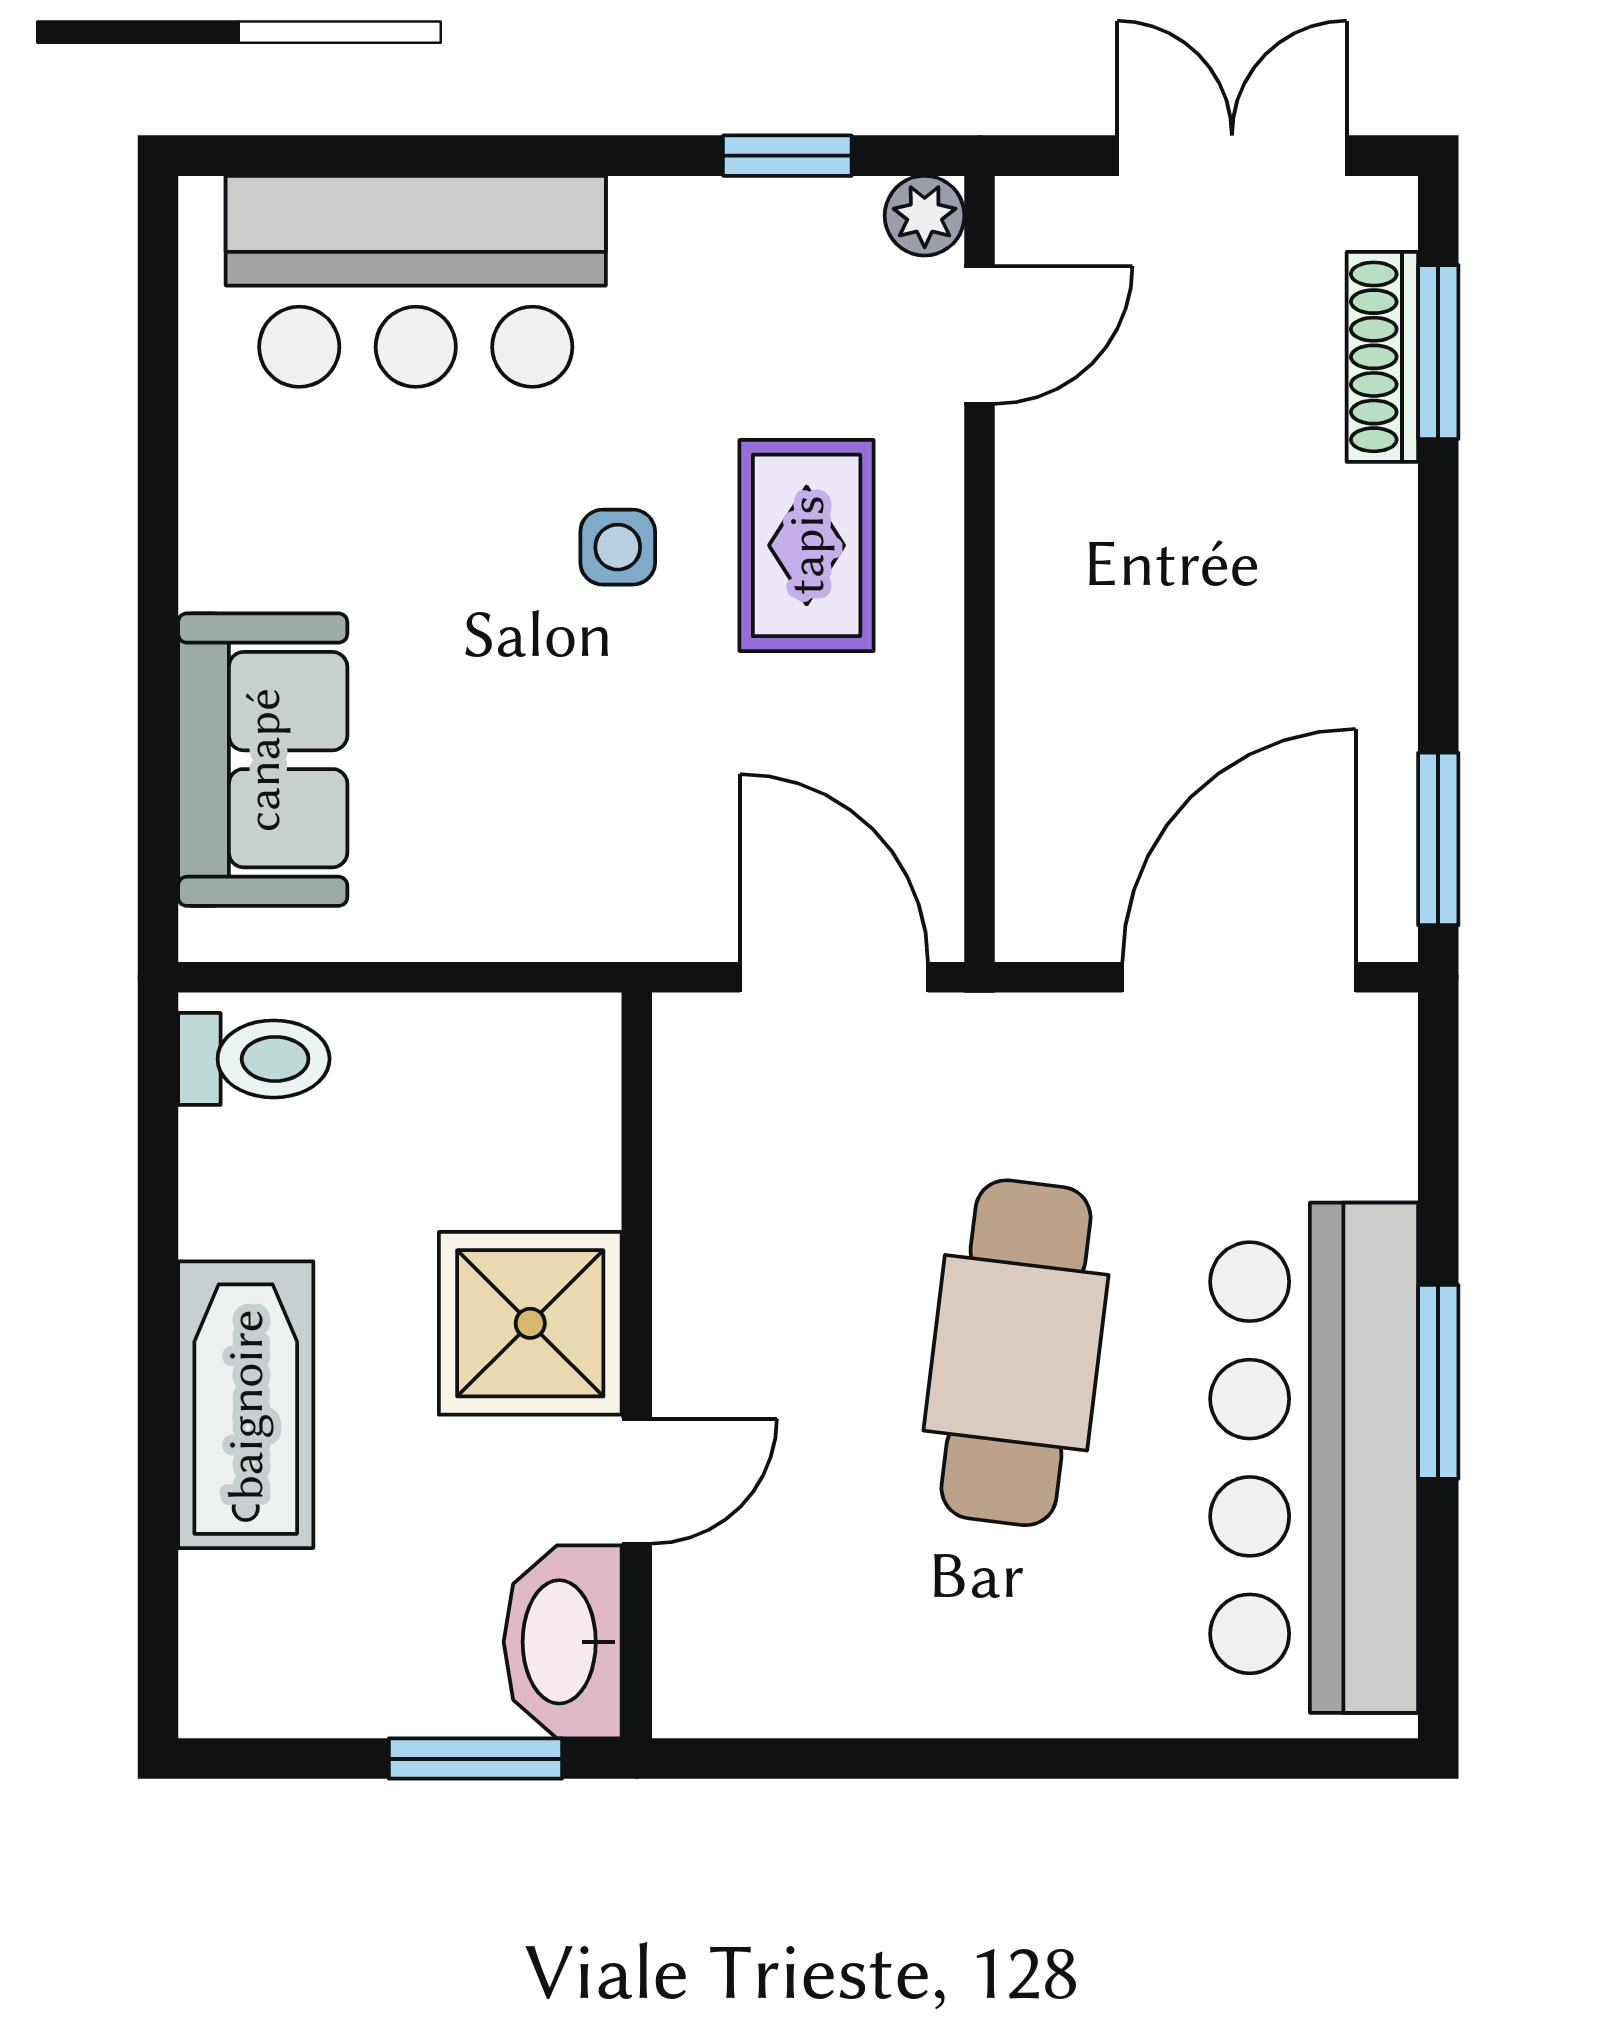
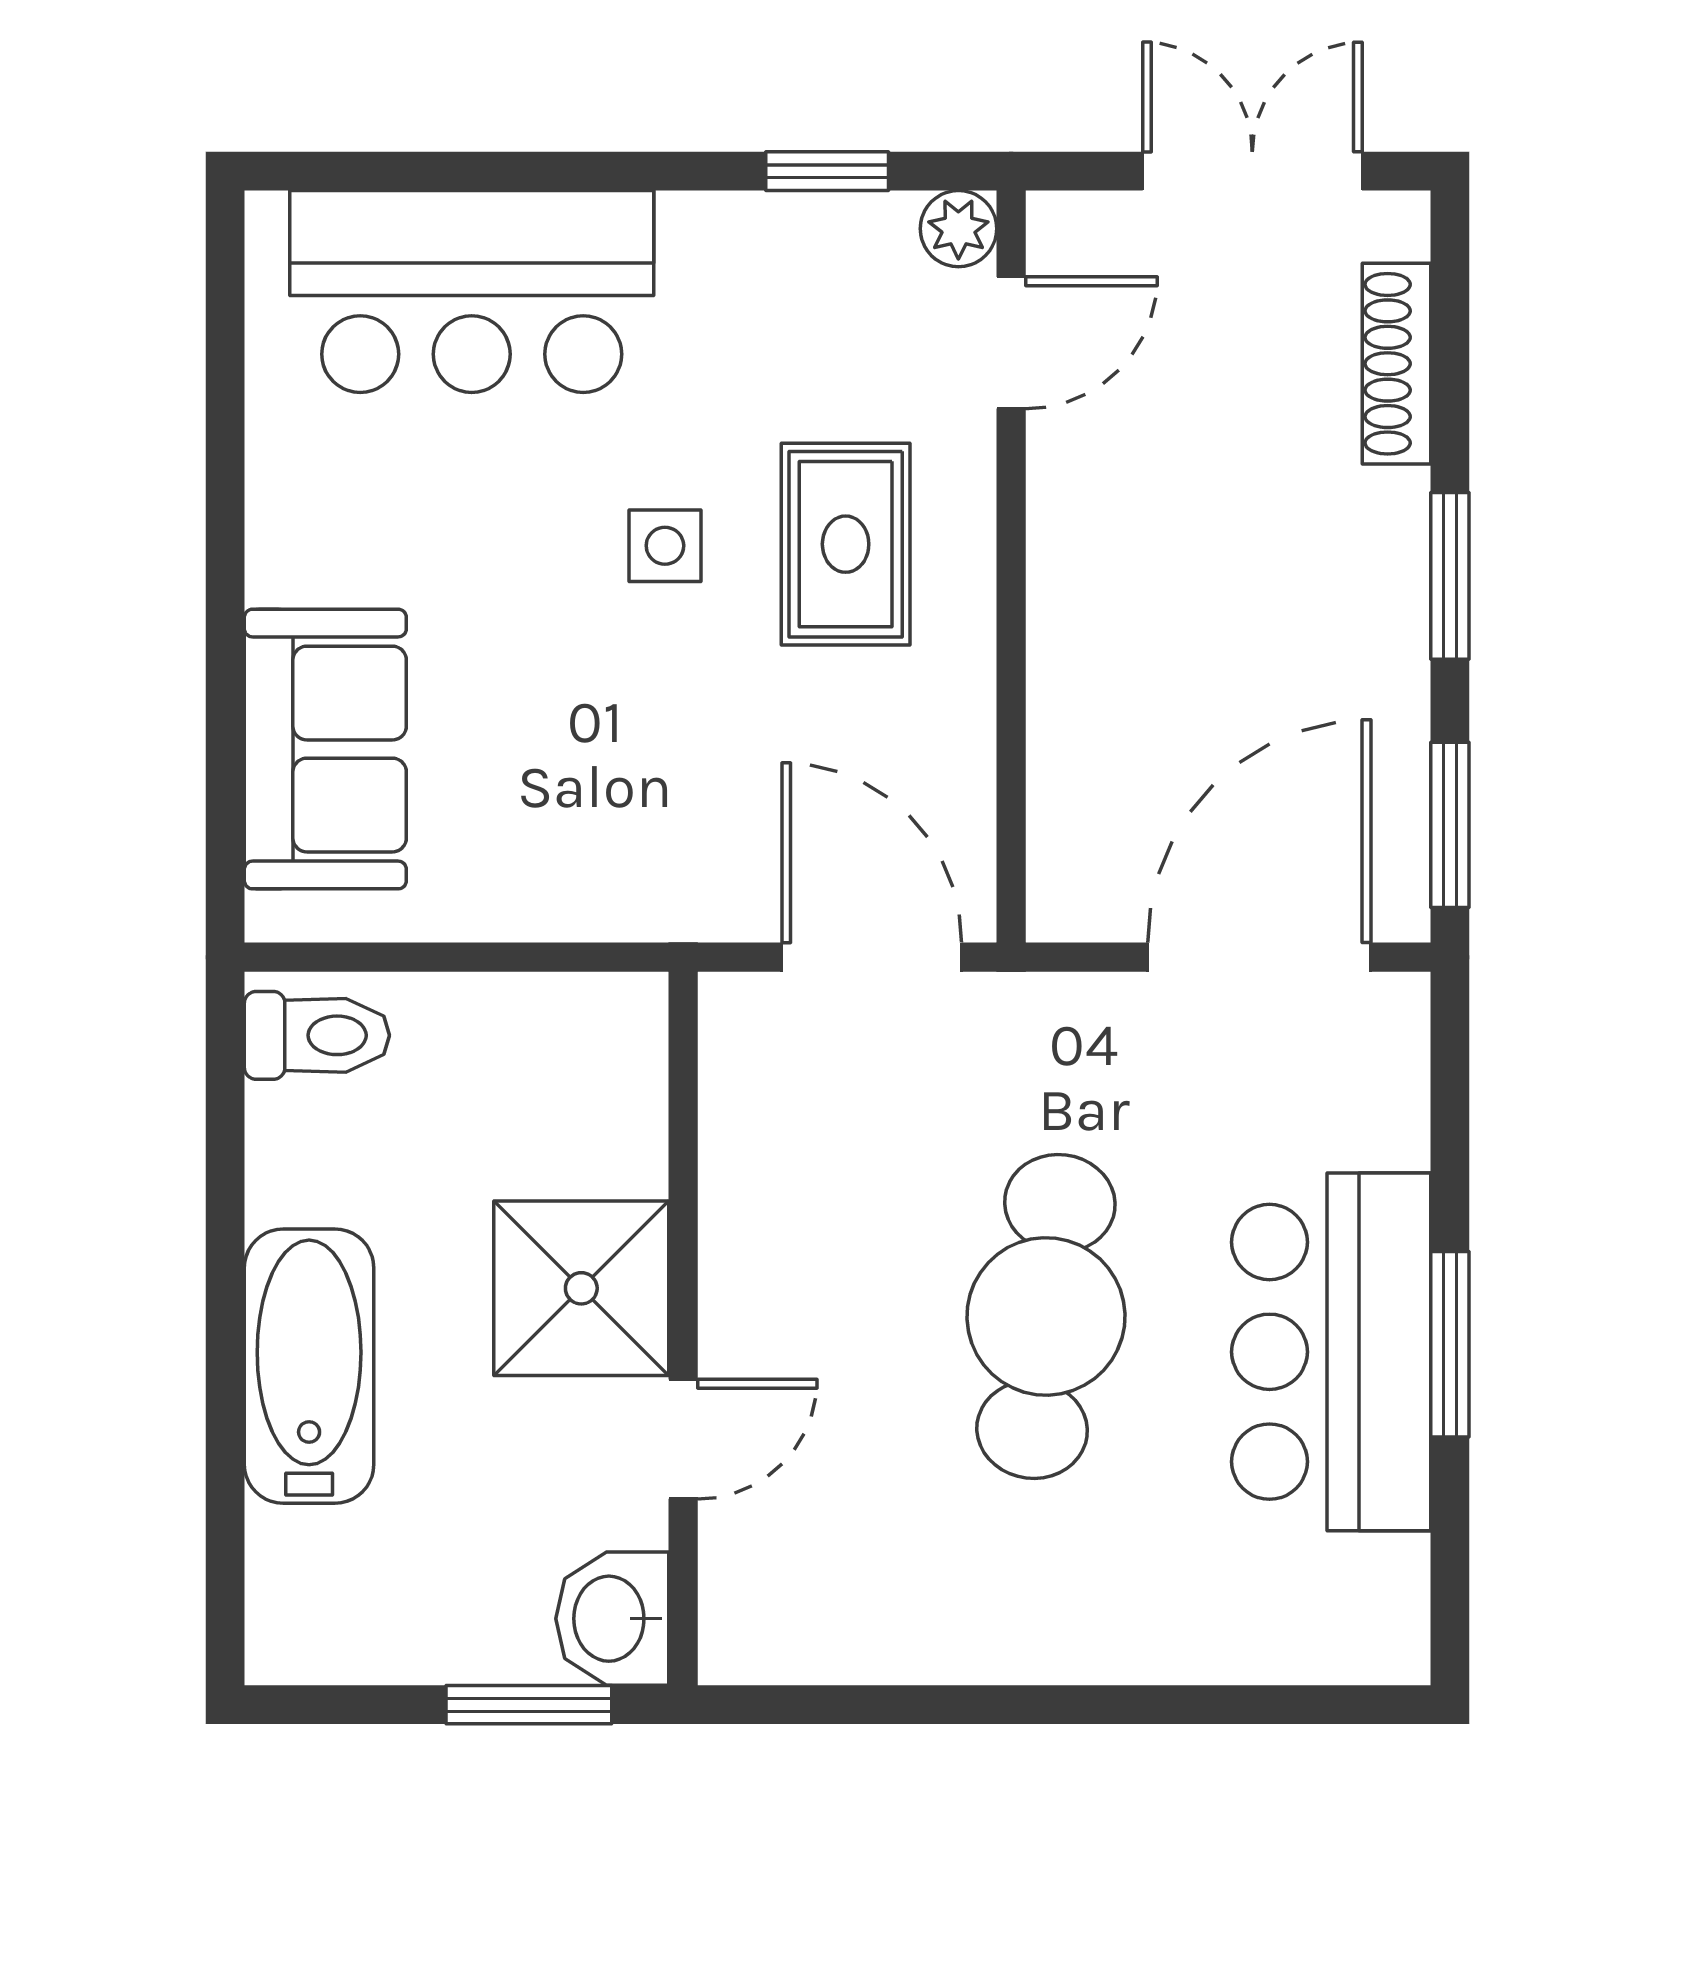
window: (1438, 352) -> (1450, 576), moved
bar counter: (1314, 1458) -> (1331, 1352), width x0.73
washbasin: (563, 1642) -> (612, 1619), width x0.72

